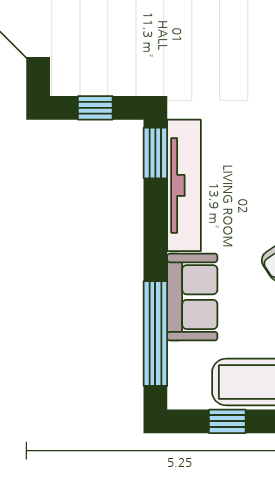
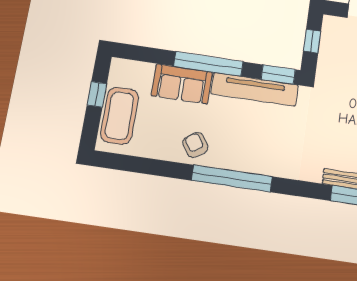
window: (155, 334) -> (208, 64), moved

